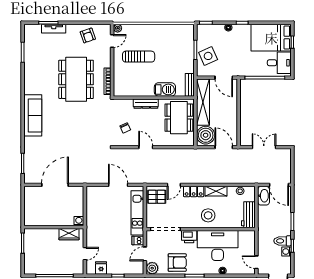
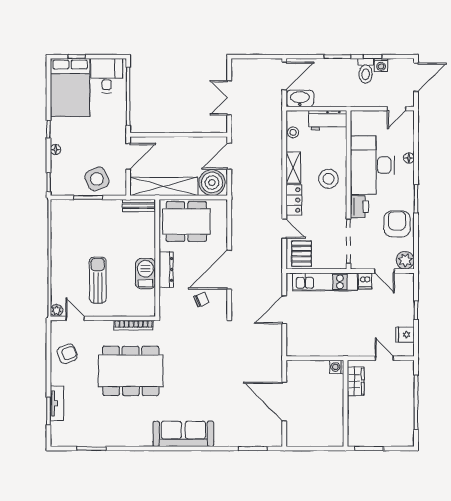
barbecue: (165, 89) -> (145, 274), moved
door: (146, 147) -> (229, 270), width x1.87

